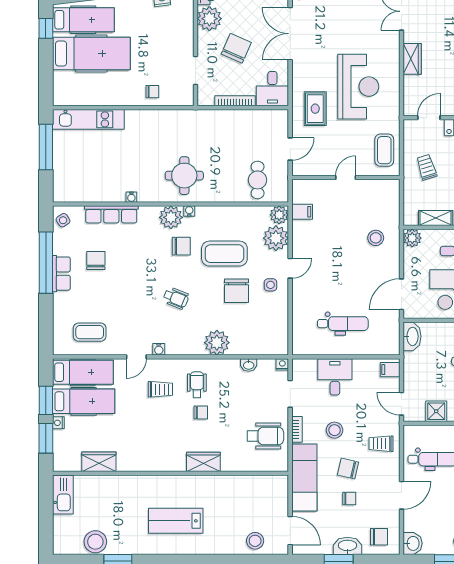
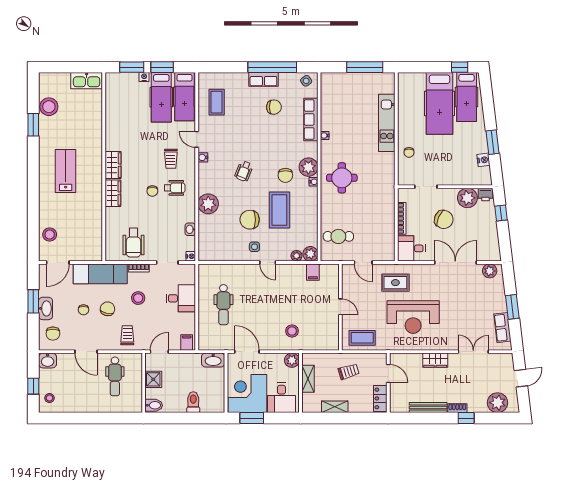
kitchen unit: (88, 119) -> (387, 123), moved
plant: (276, 238) -> (297, 256), width x0.53, depth x0.53
wardrobe: (99, 462) -> (113, 165), moved

